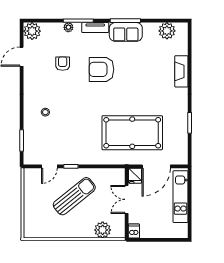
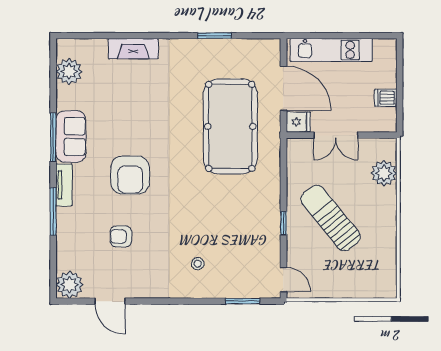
plant: (68, 27) -> (64, 227), removed
door: (49, 166) -> (283, 279), moved
dishwasher: (134, 231) -> (386, 98), moved

